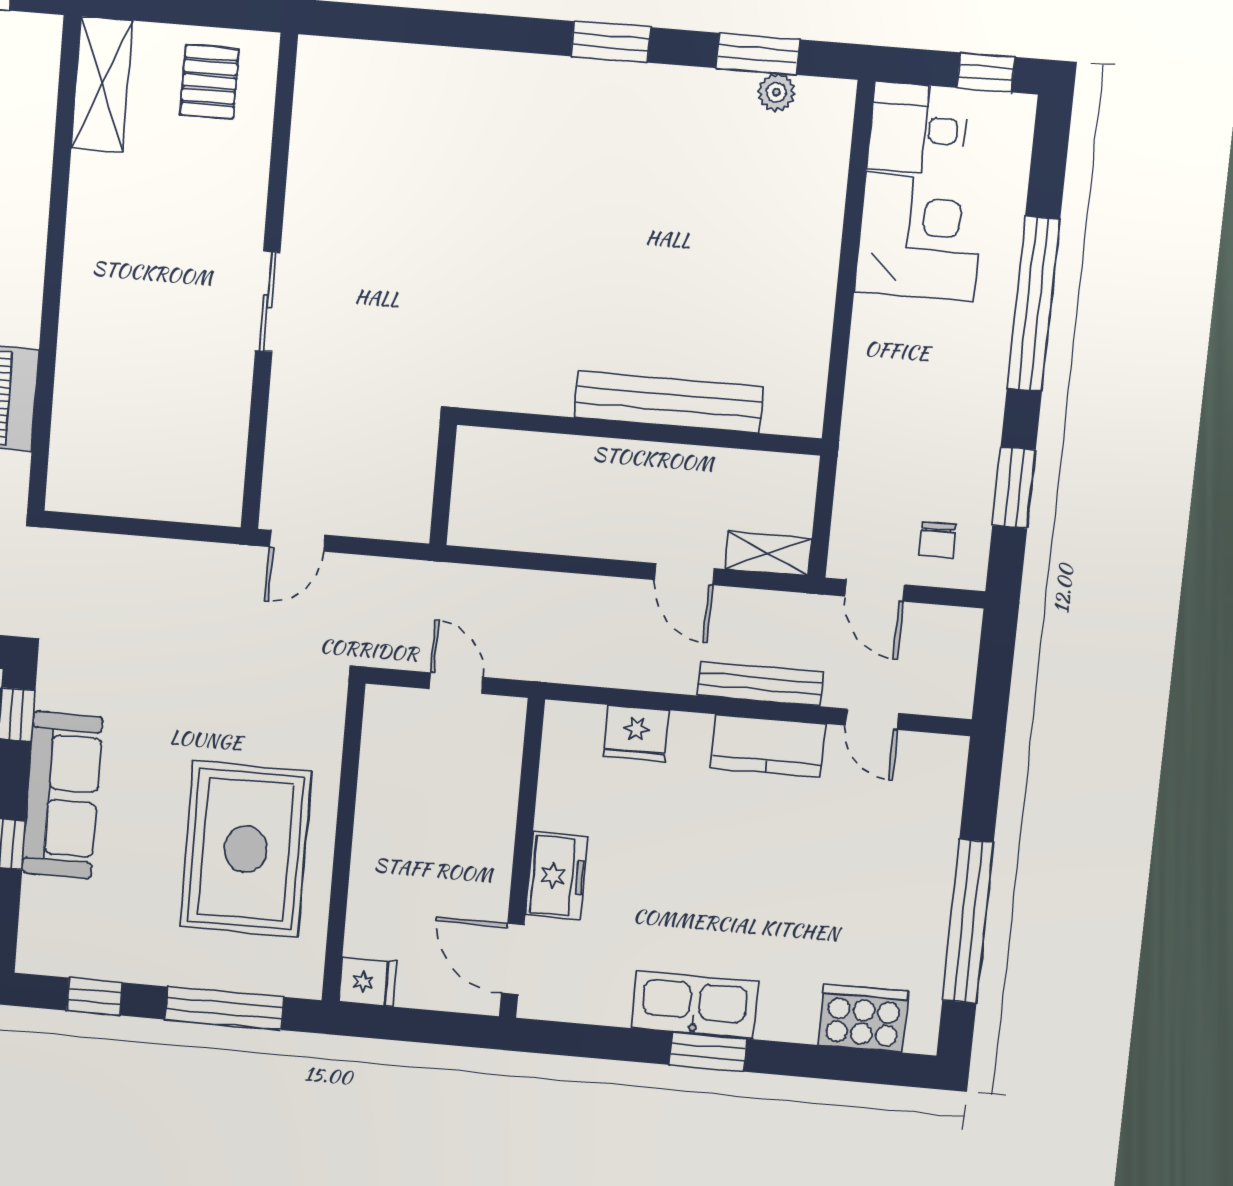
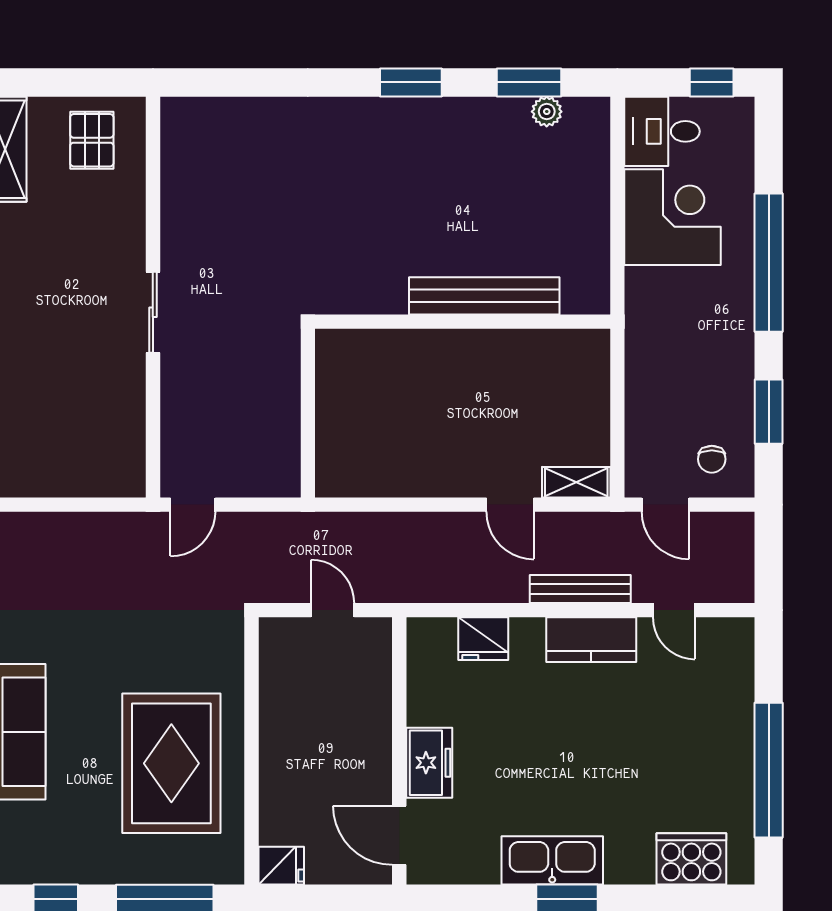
bench: (669, 402) -> (484, 296), moved
wall: (639, 432) -> (463, 322), moved

